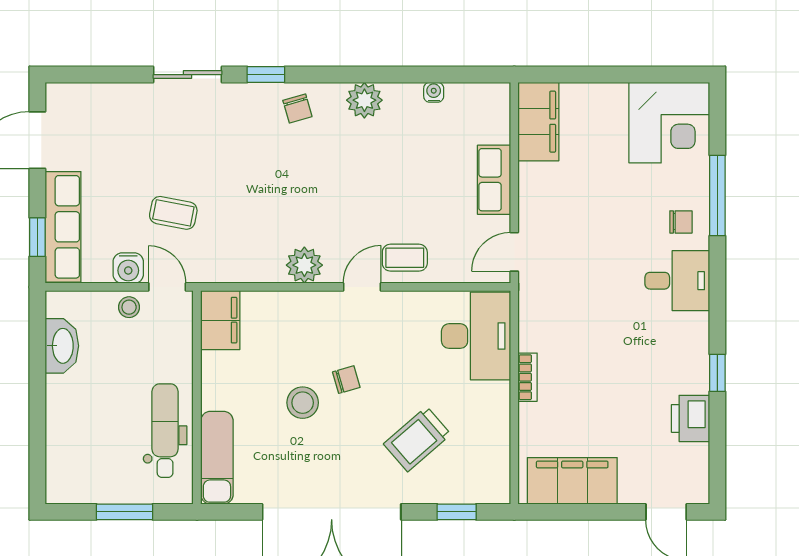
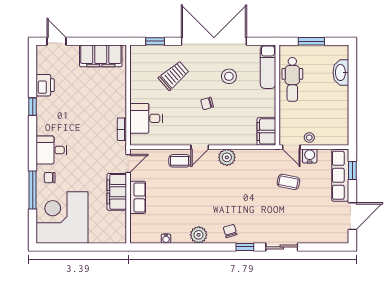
filing cabinet: (538, 122) -> (117, 192), moved
corner desk: (669, 123) -> (62, 218), width x1.36, depth x1.36
desk: (476, 336) -> (146, 118), width x0.73
washbasin: (62, 346) -> (341, 72), moved
bookcase: (528, 377) -> (122, 129), moved
stool: (303, 403) -> (229, 76), moved

